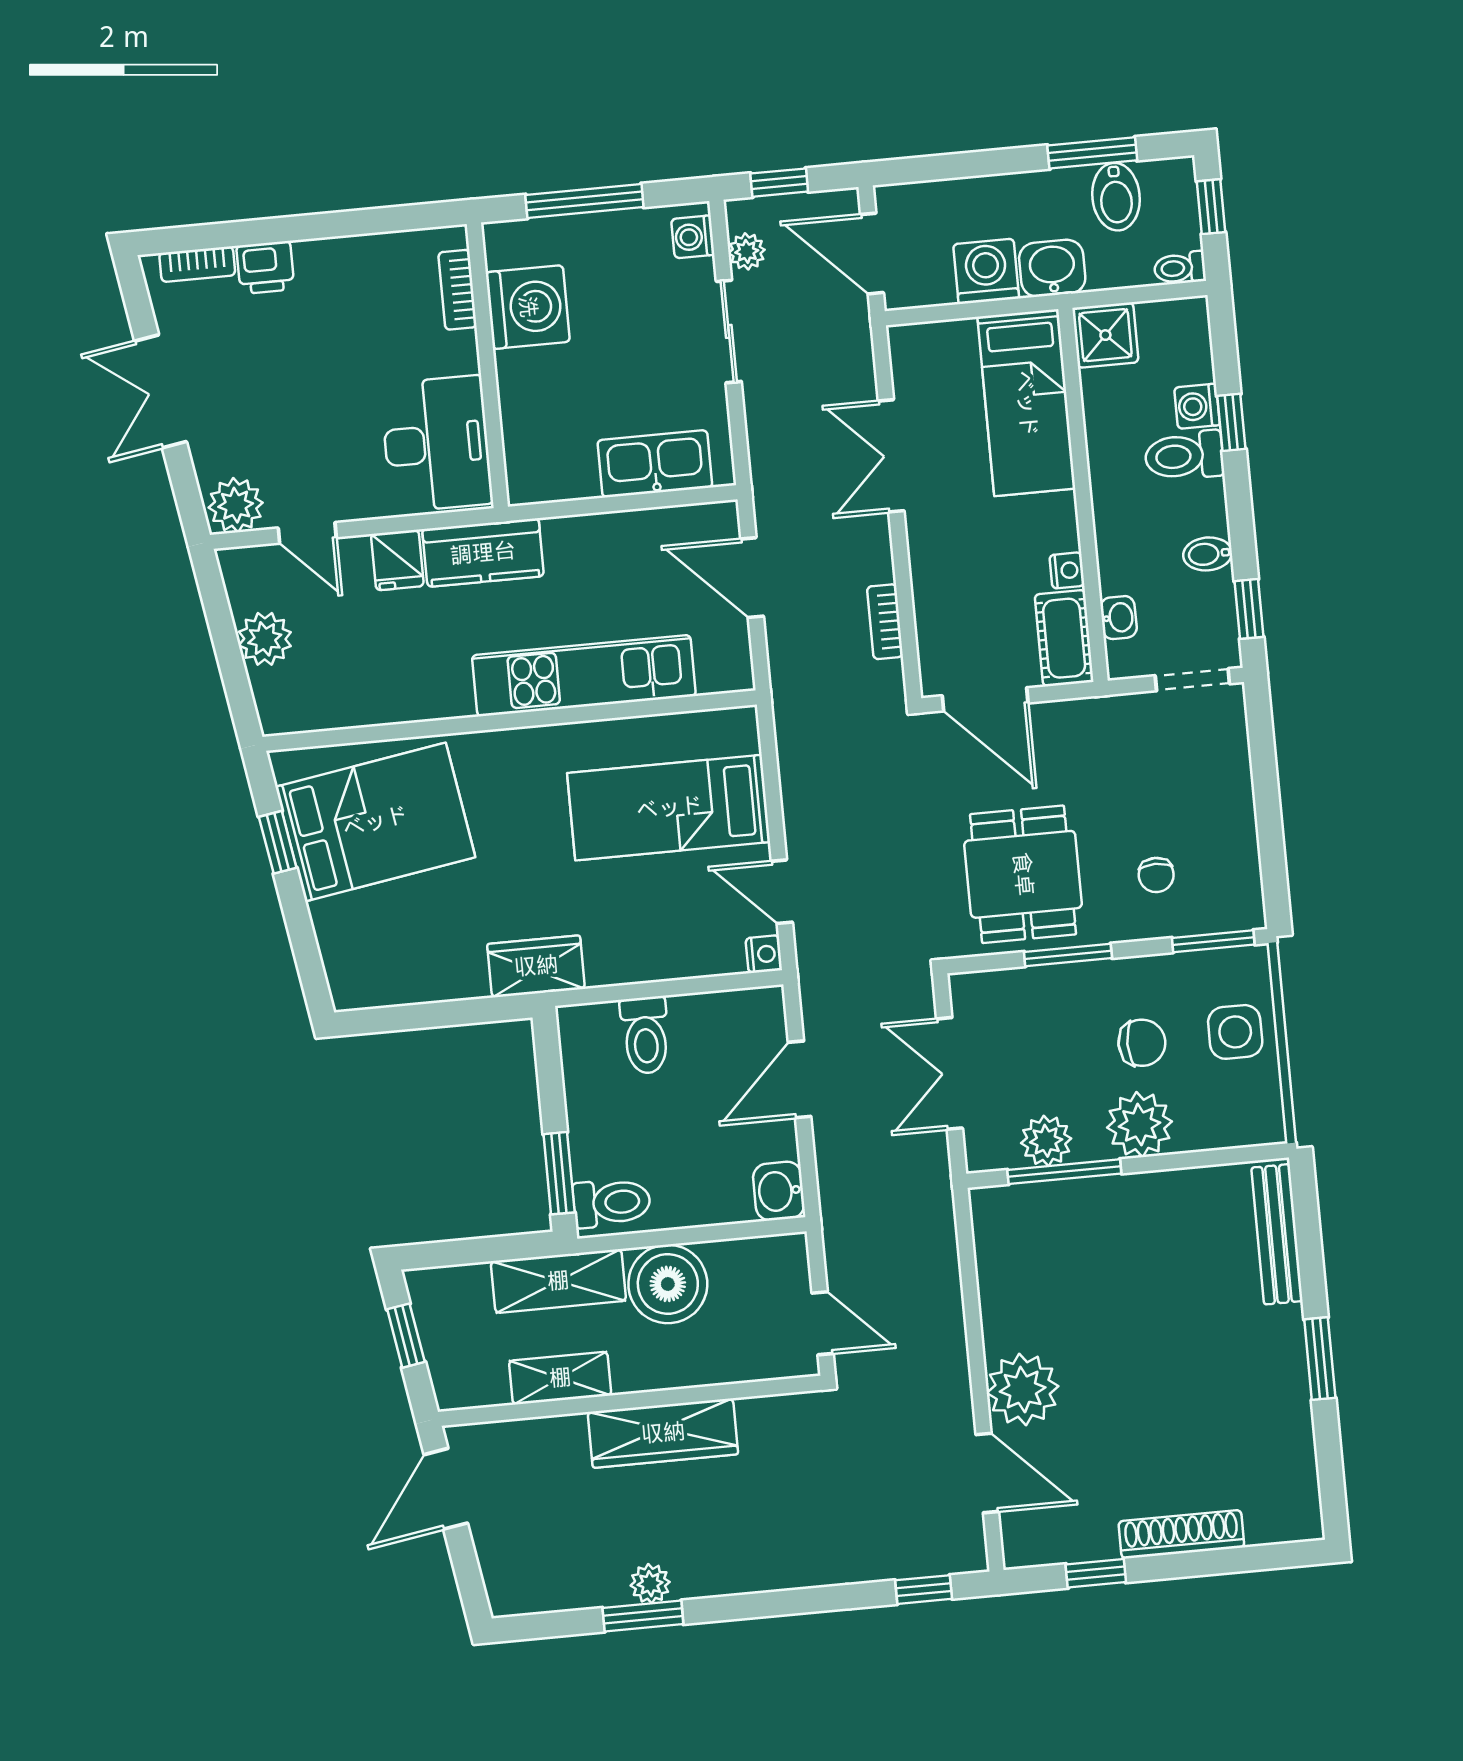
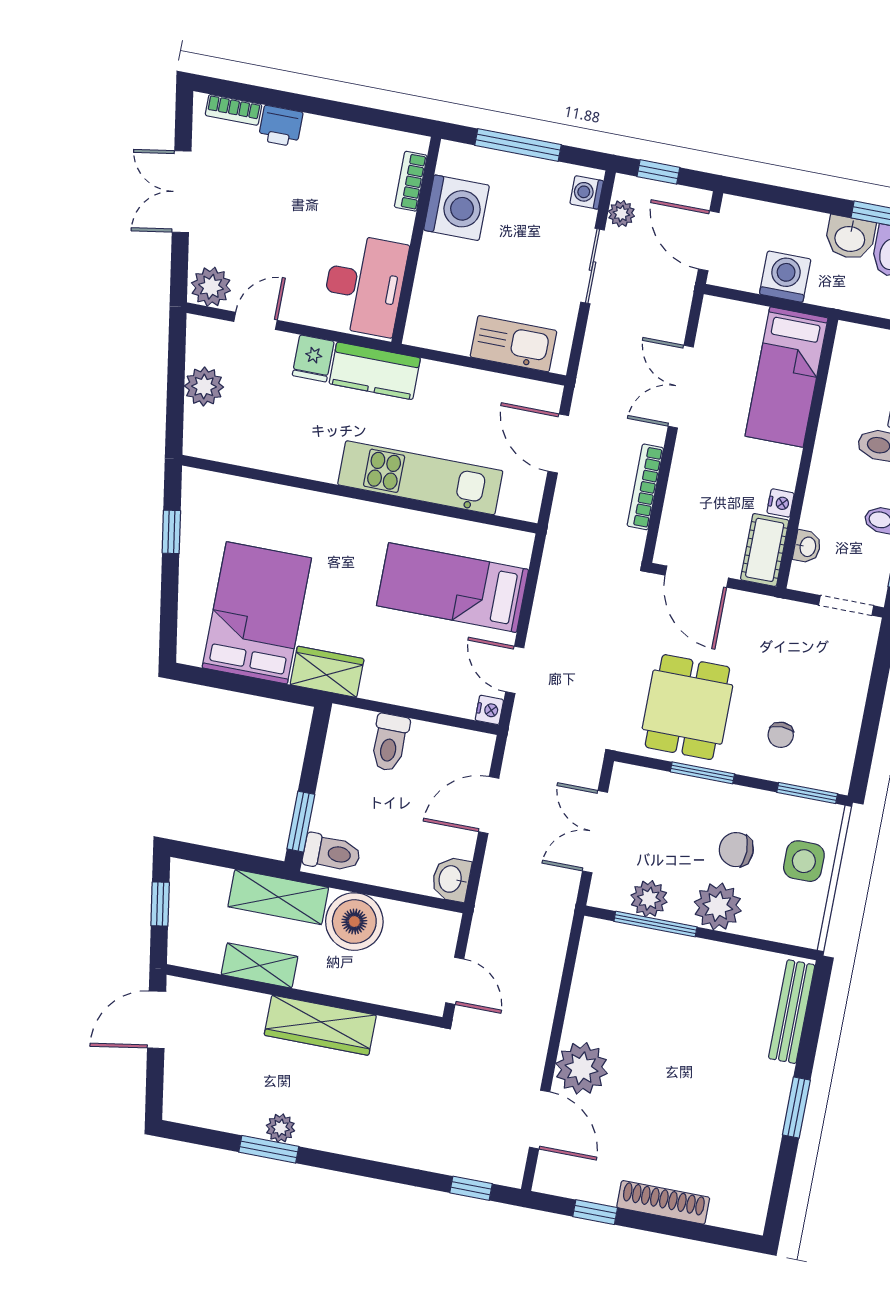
washbasin: (1052, 268) -> (850, 238), moved, turned 180
shower: (1105, 335) -> (856, 346), removed
door: (307, 533) -> (255, 321), swing flipped
bookcase: (885, 622) -> (645, 487), width x1.56
bed: (375, 822) -> (257, 613), moved, turned -81
chair: (1142, 1043) -> (736, 850), turned 180

